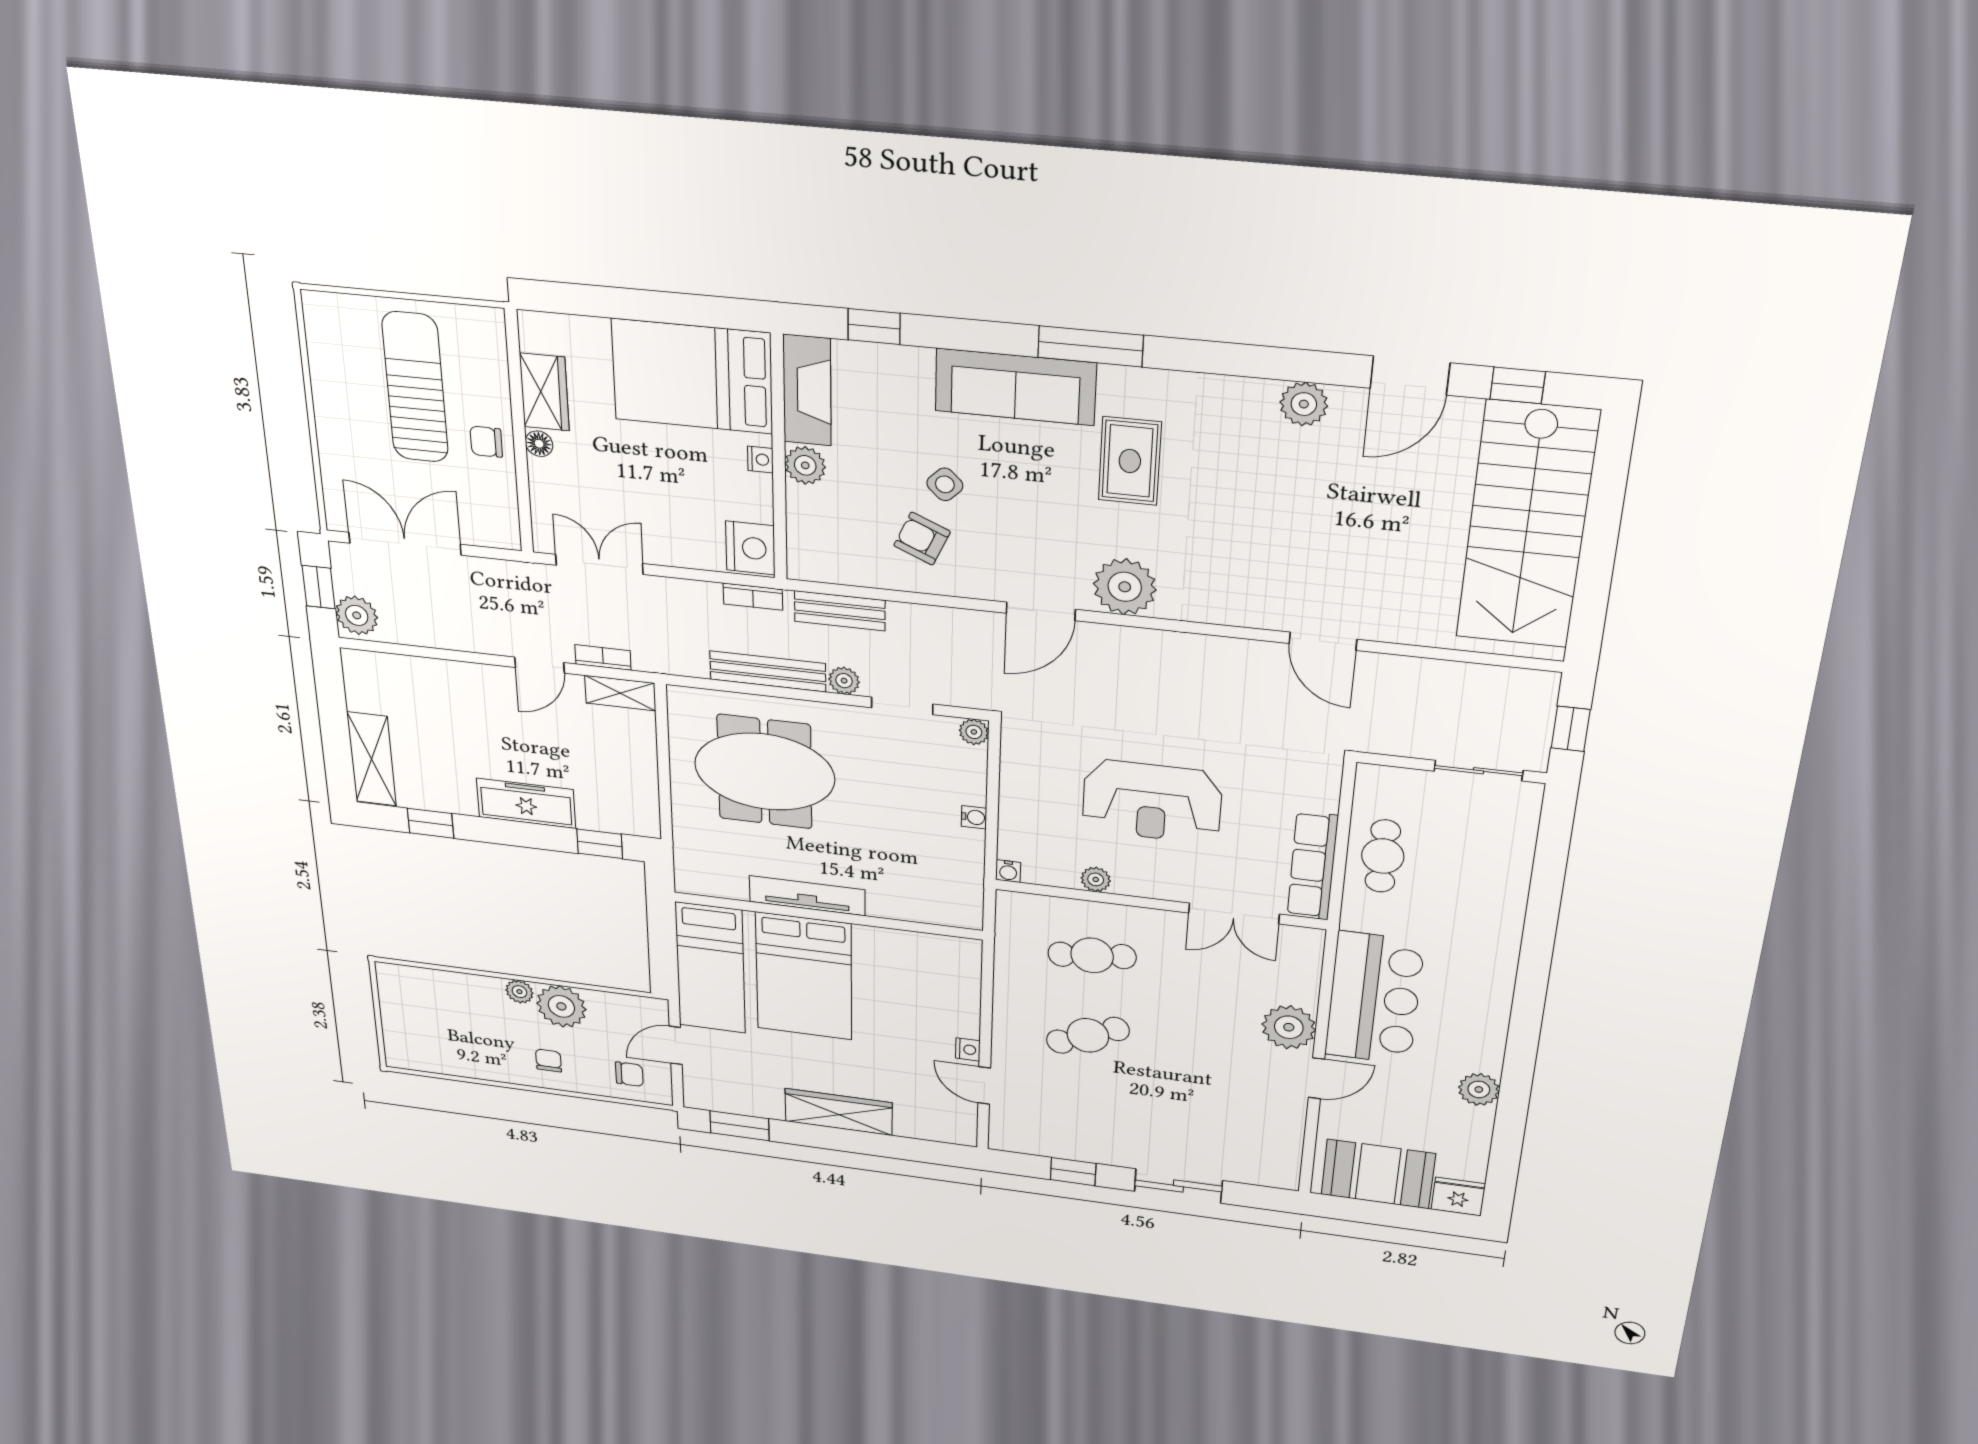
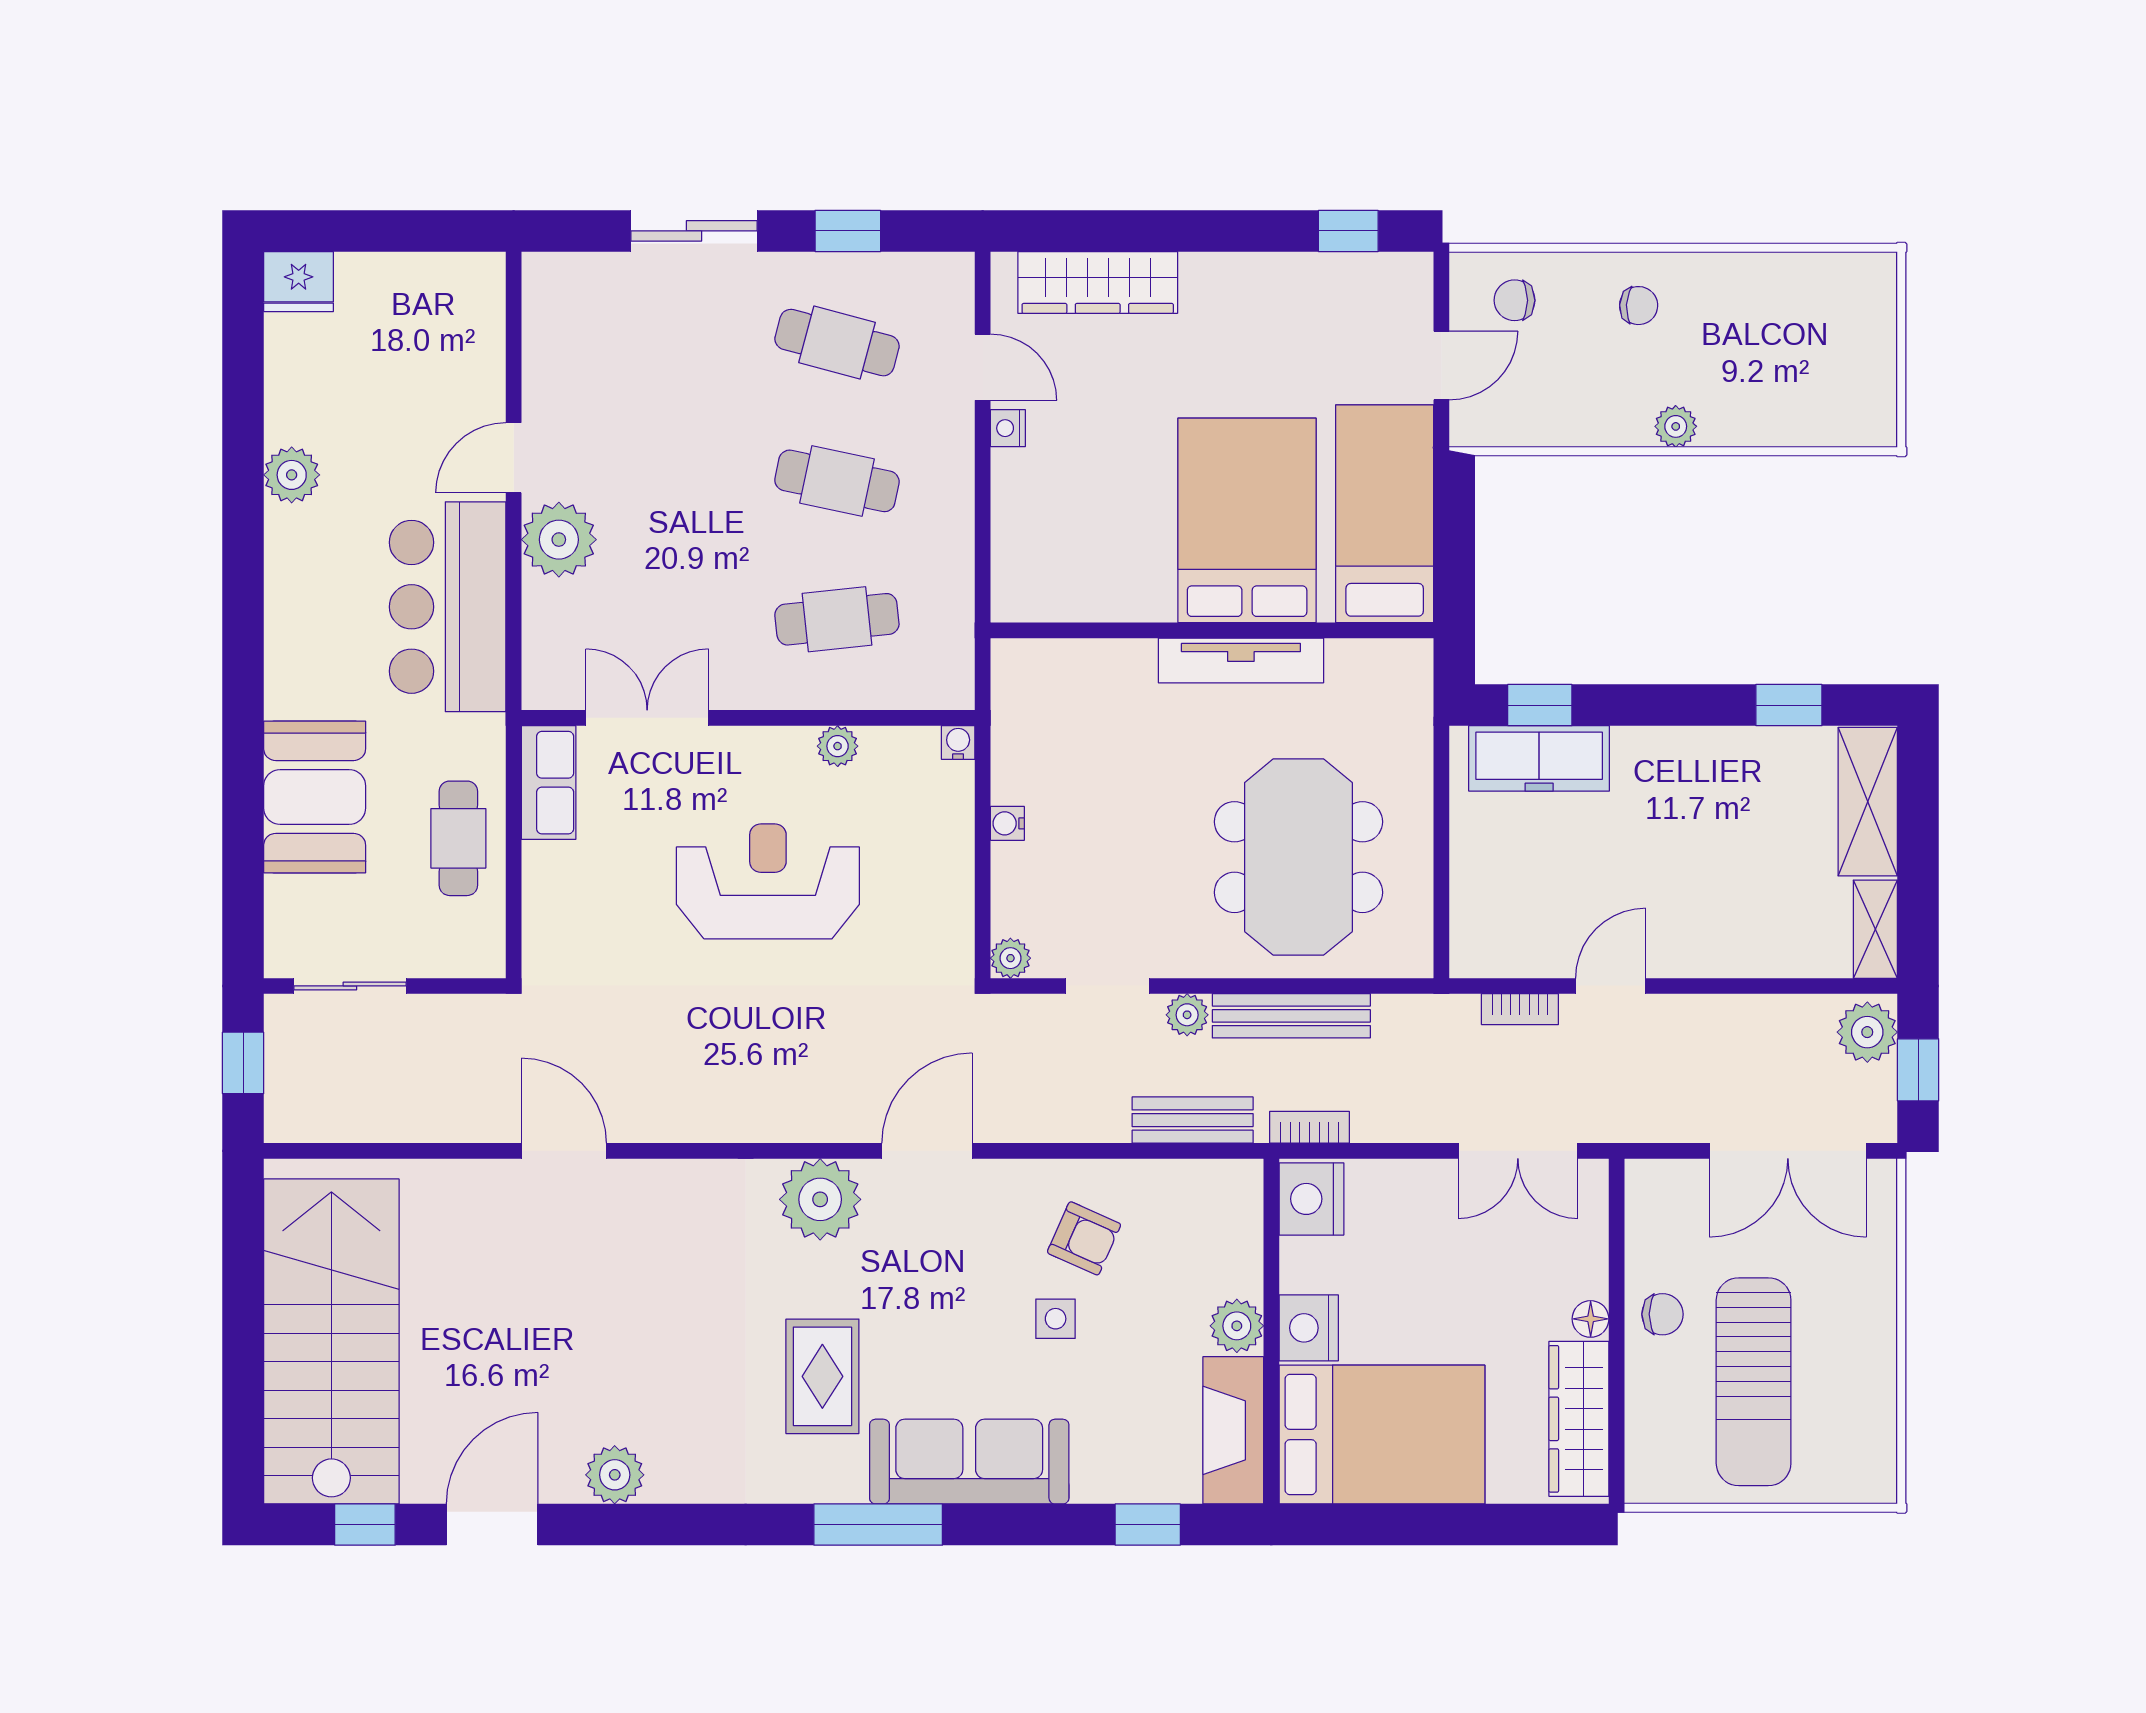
wardrobe: (544, 392) -> (1579, 1419), width x1.50
nightstand: (760, 459) -> (1309, 1328), width x1.89, depth x1.79
side table: (945, 484) -> (1056, 1319), turned 45
shelving: (620, 693) -> (1875, 929), moved, turned 90
meeting table: (765, 772) -> (1298, 857), turned 90
freezer: (526, 803) -> (1539, 758), moved
row of seats: (1313, 866) -> (549, 783), width x0.68
plant: (561, 1006) -> (1613, 410), removed
cafe table: (1088, 1035) -> (837, 481), turned 36
chair: (549, 1060) -> (1639, 306), turned -87
wardrobe: (839, 1112) -> (1098, 282), moved
cafe table: (1084, 1112) -> (837, 343), added
window: (739, 1126) -> (1348, 231), width x0.67
booth: (1378, 1174) -> (315, 797), moved, turned 90

